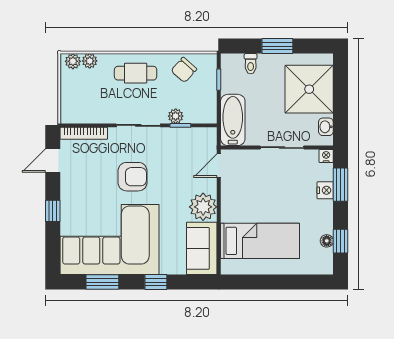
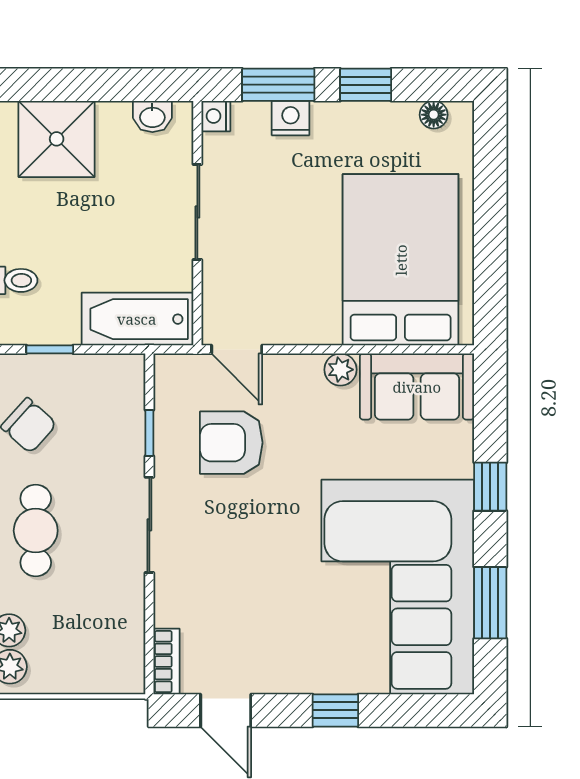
shower: (309, 89) -> (57, 139), width x0.73, depth x0.73
plant: (176, 116) -> (129, 443), removed
bookcase: (84, 133) -> (166, 662), width x0.64
armchair: (132, 177) -> (231, 443), moved, turned -90
plant: (203, 207) -> (340, 370), width x0.53, depth x0.53
bed: (260, 241) -> (401, 260), width x1.50
floor lamp: (327, 241) -> (434, 115), moved
window: (341, 241) -> (366, 85), moved

